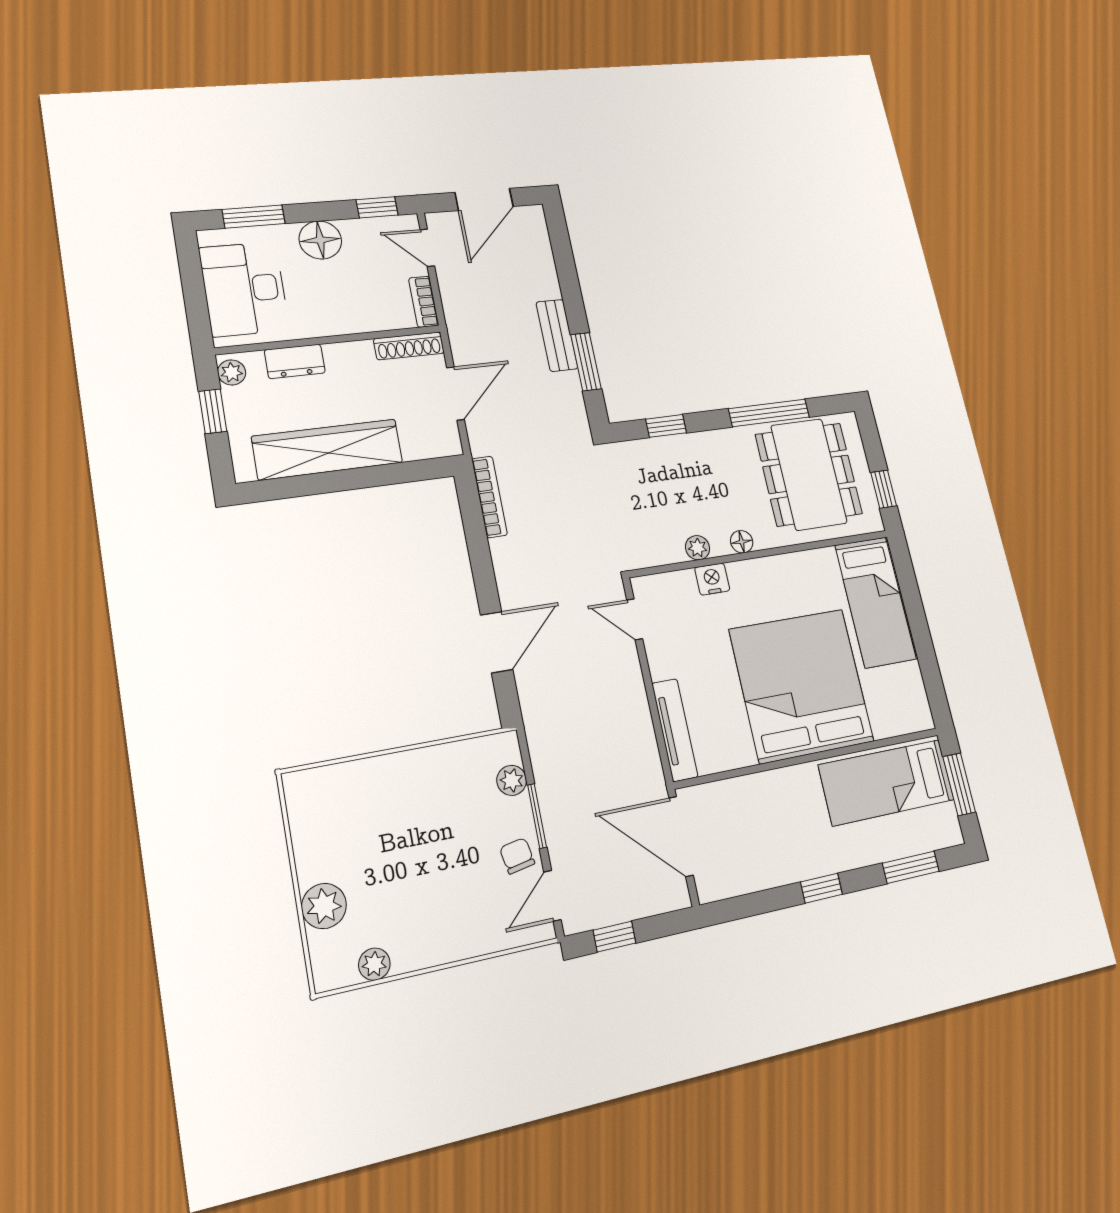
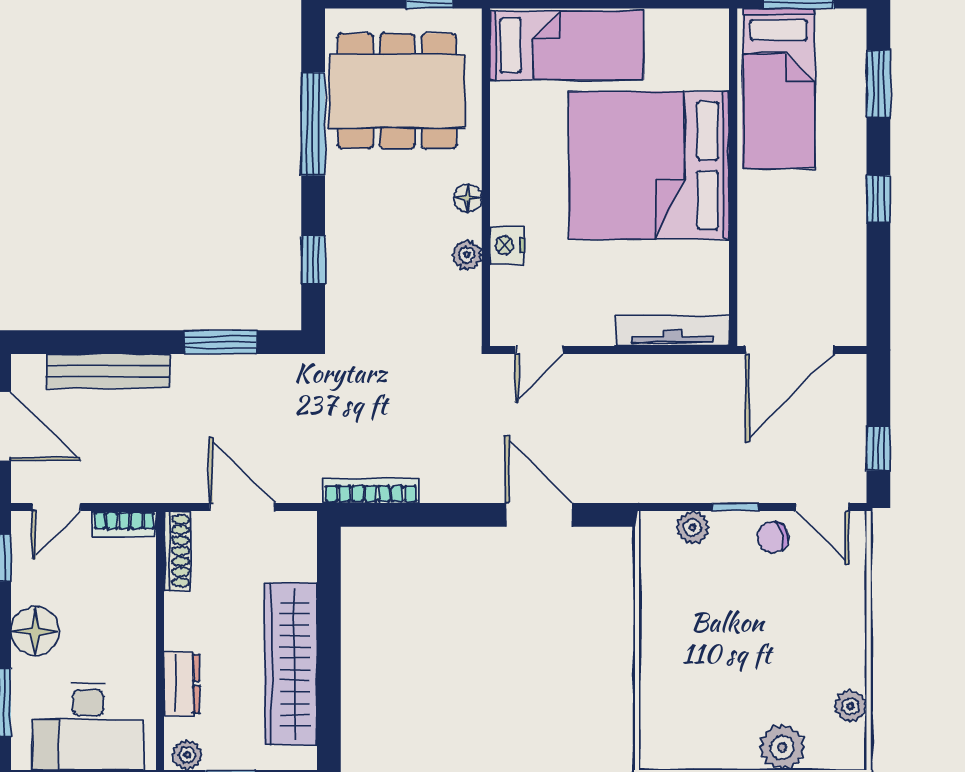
bench: (557, 335) -> (108, 371), moved, width x1.36
window: (537, 816) -> (736, 507), width x0.67

